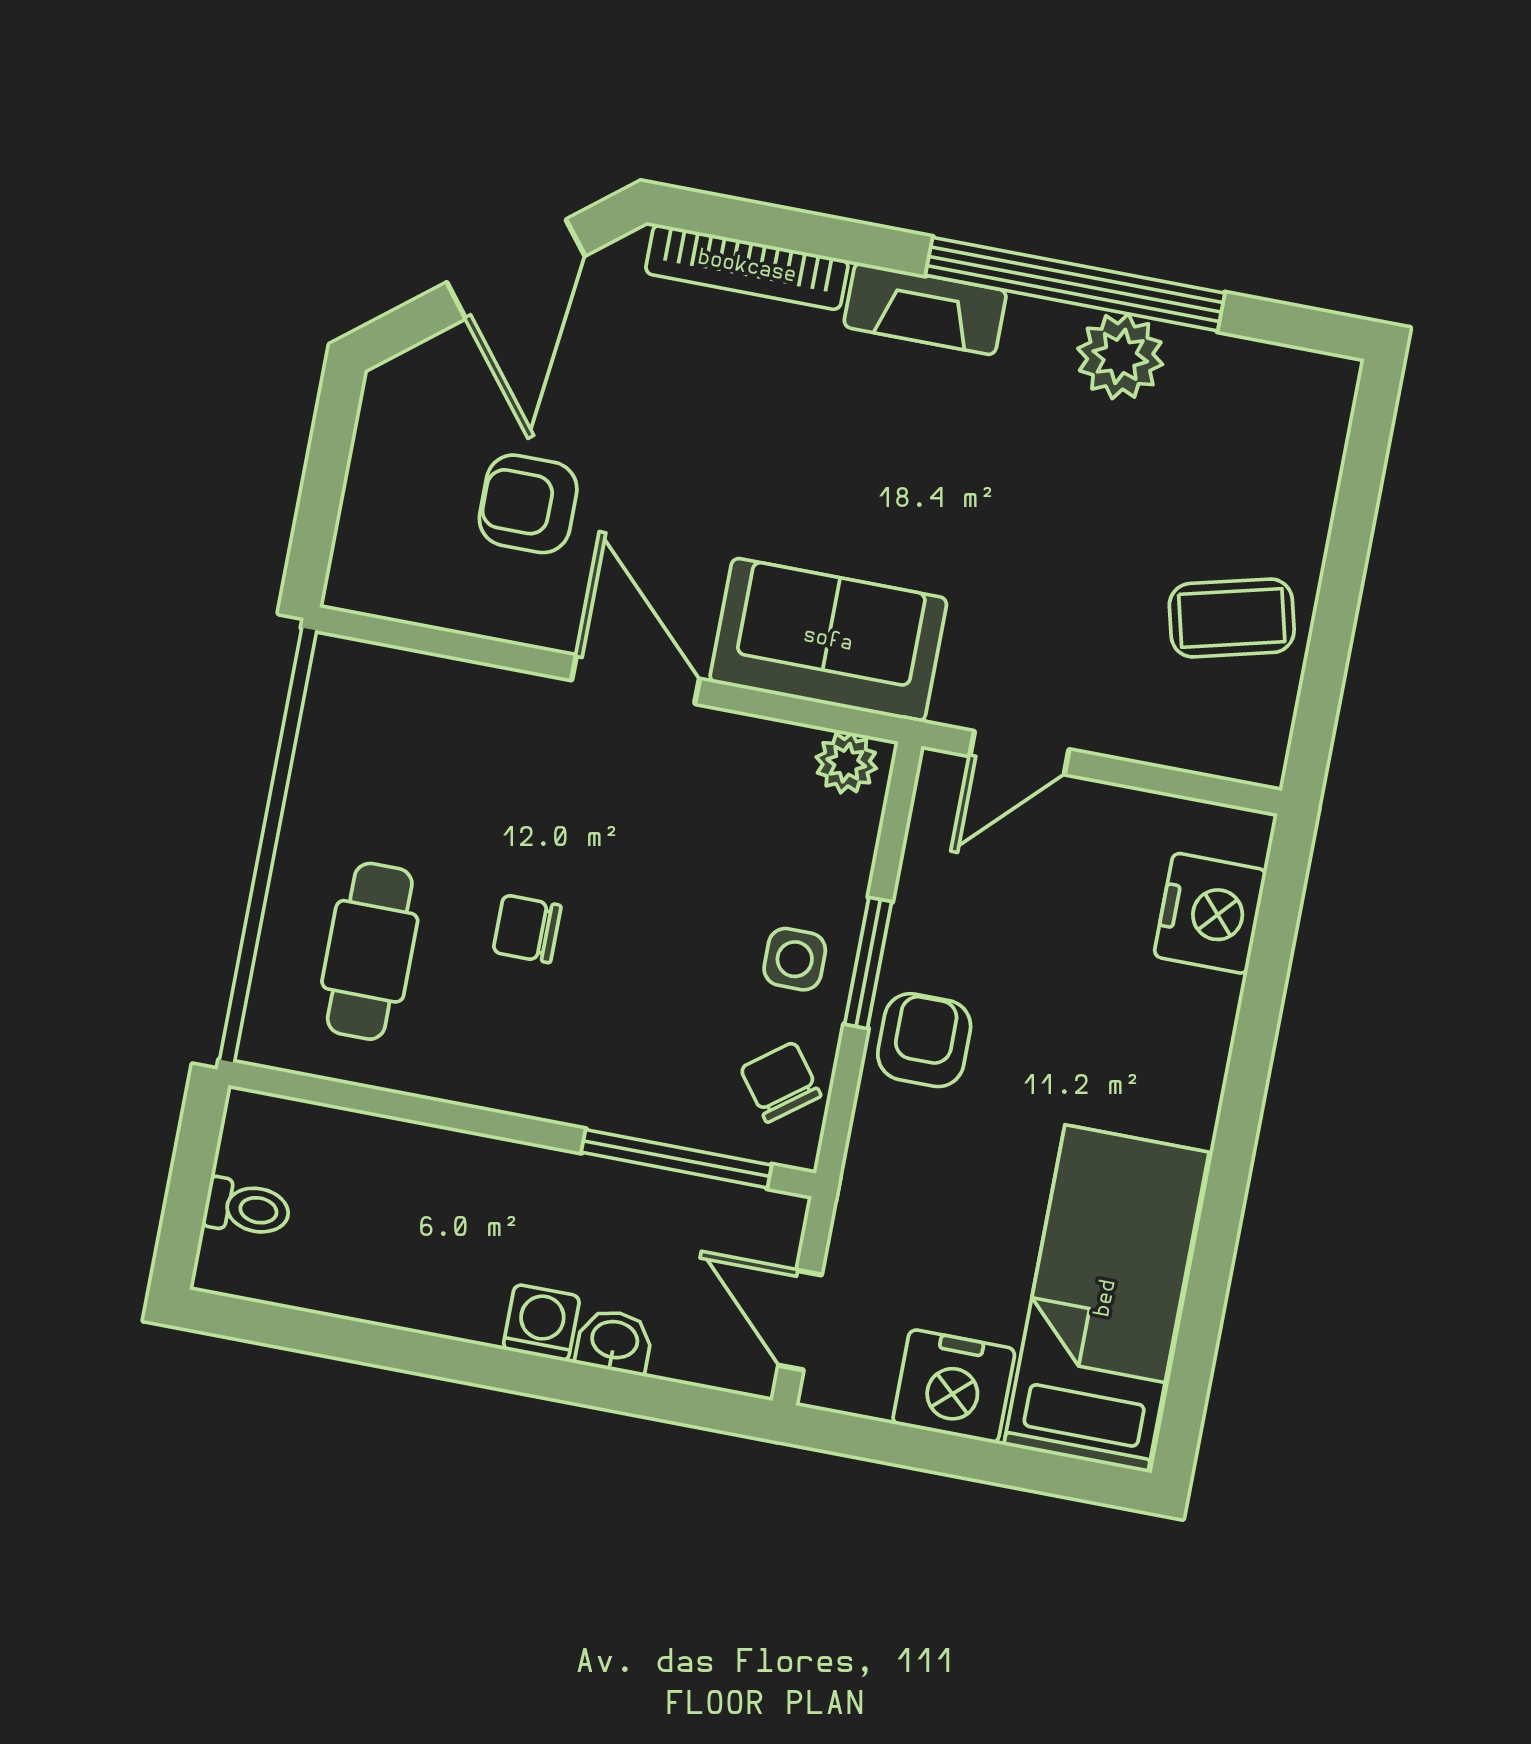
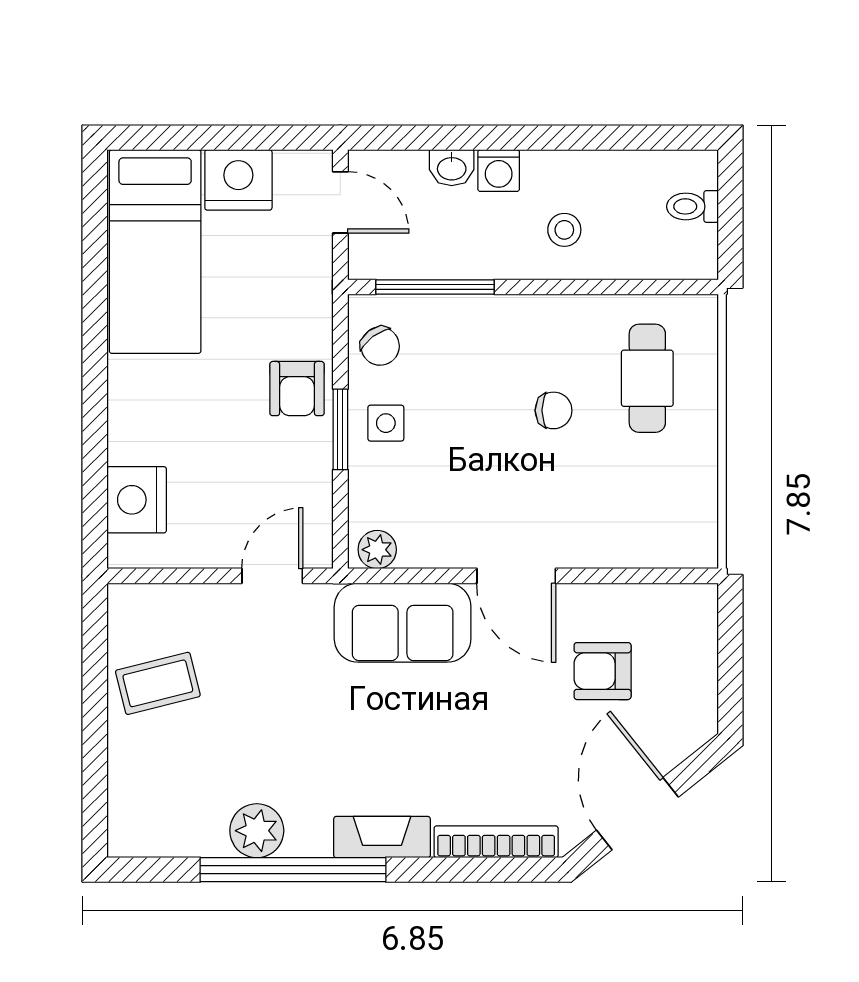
armchair: (528, 504) -> (603, 671), turned 180
stool: (456, 1210) -> (564, 230), added

